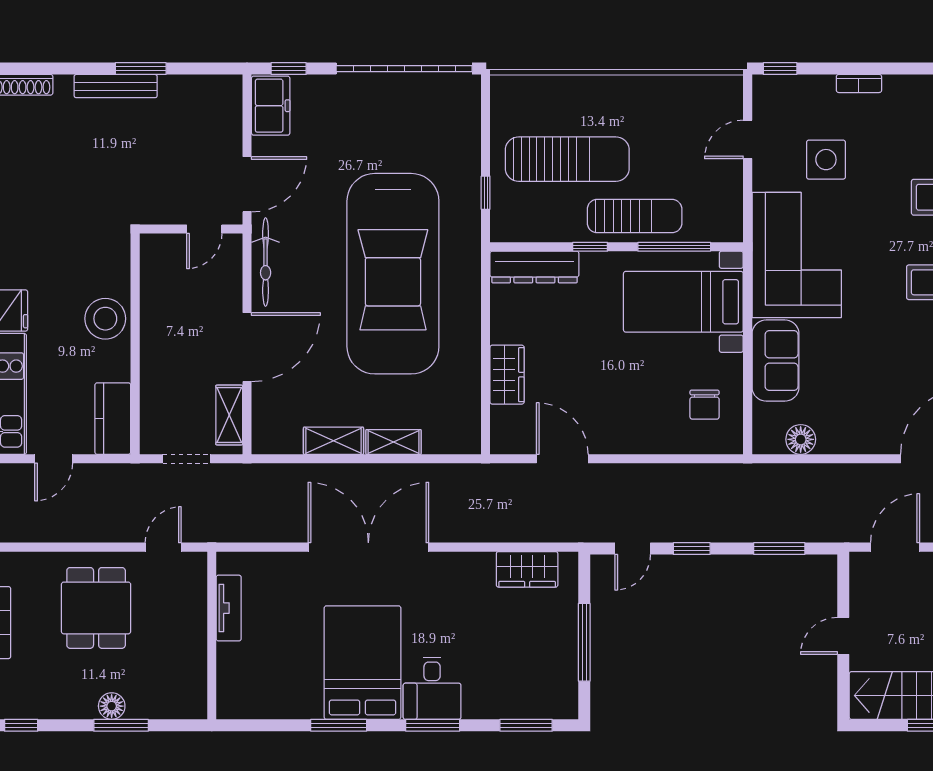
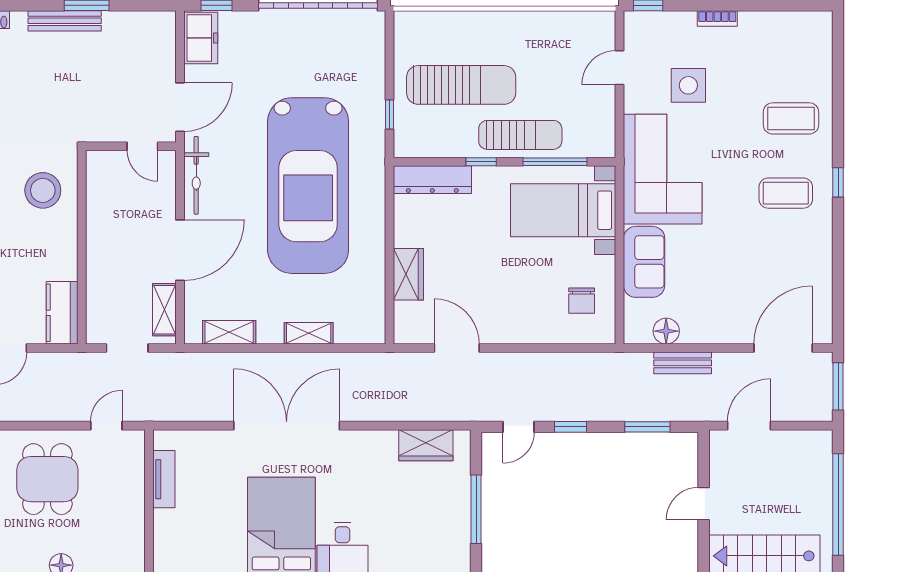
door: (204, 229) -> (142, 146), hinge flipped
stool: (105, 319) -> (43, 190), moved
shelving: (333, 441) -> (229, 332), moved
bench: (819, 476) -> (683, 363), added

